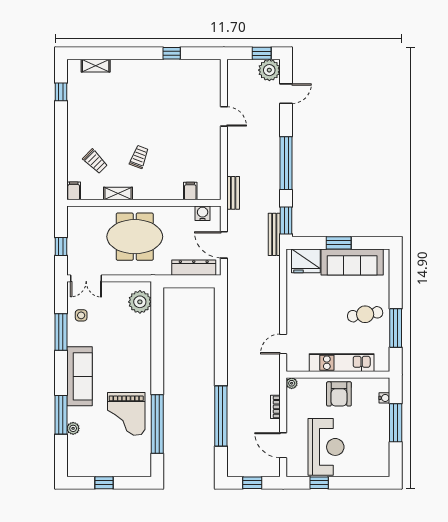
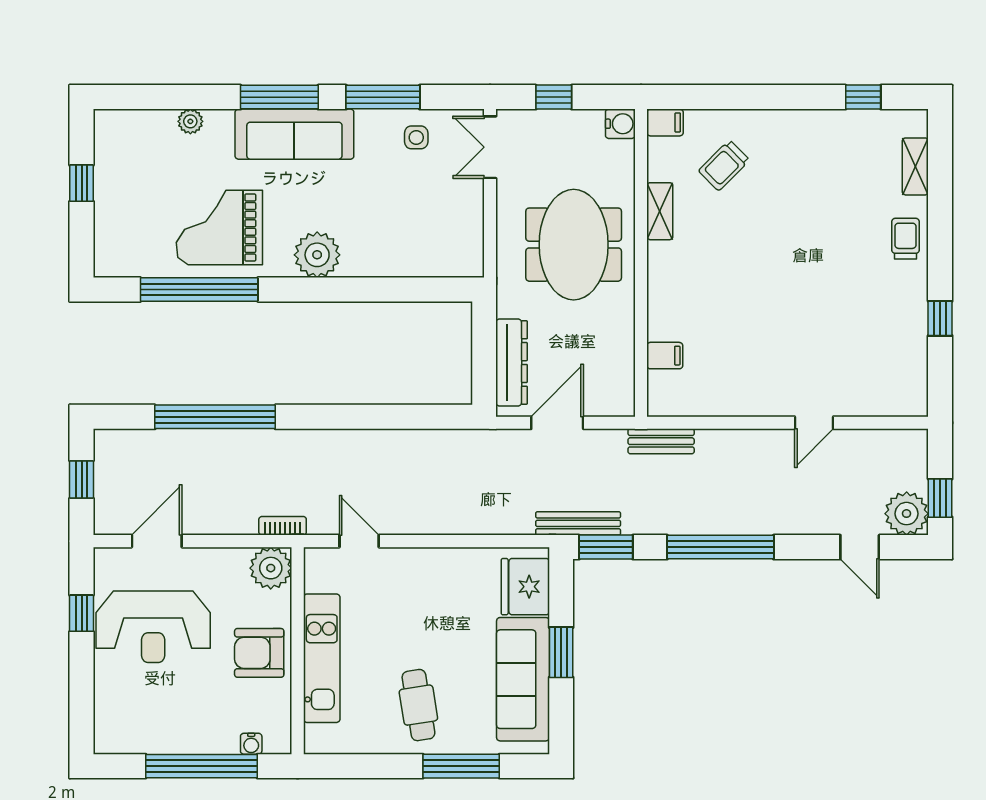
trolley: (139, 157) -> (905, 239), moved, turned -111
water cooler: (203, 213) -> (620, 124), moved
plant: (140, 302) -> (317, 255), moved
window: (396, 328) -> (461, 766), moved
plant: (292, 383) -> (271, 568), width x1.88, depth x1.88
bookcase: (275, 407) -> (283, 526), moved
window: (61, 415) -> (279, 97), moved
window: (396, 423) -> (202, 766), width x1.46

